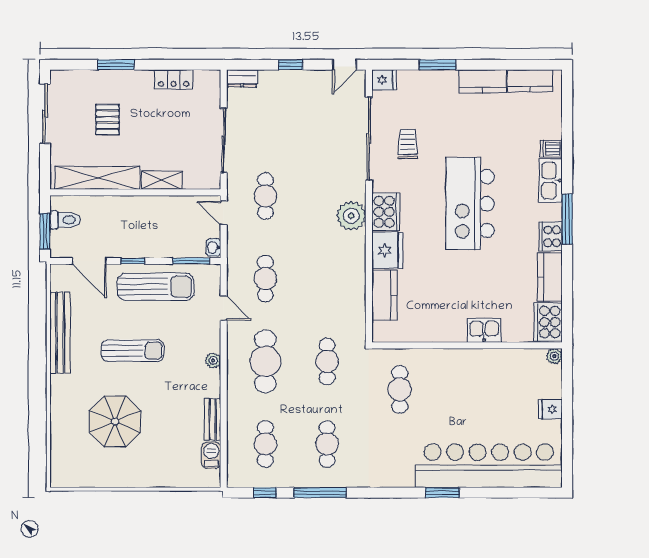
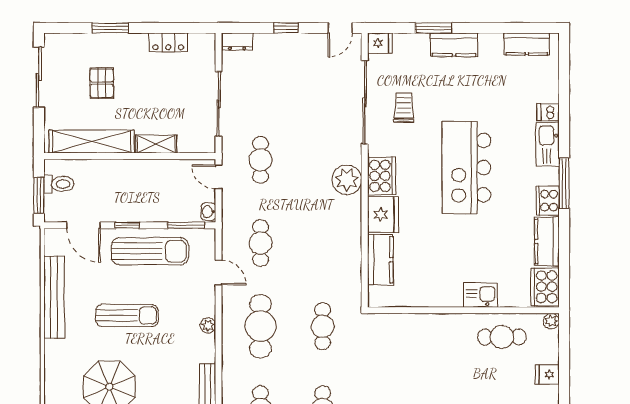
kitchen counter: (483, 81) -> (454, 45), moved
cafe table: (400, 389) -> (502, 337), moved, turned 90

